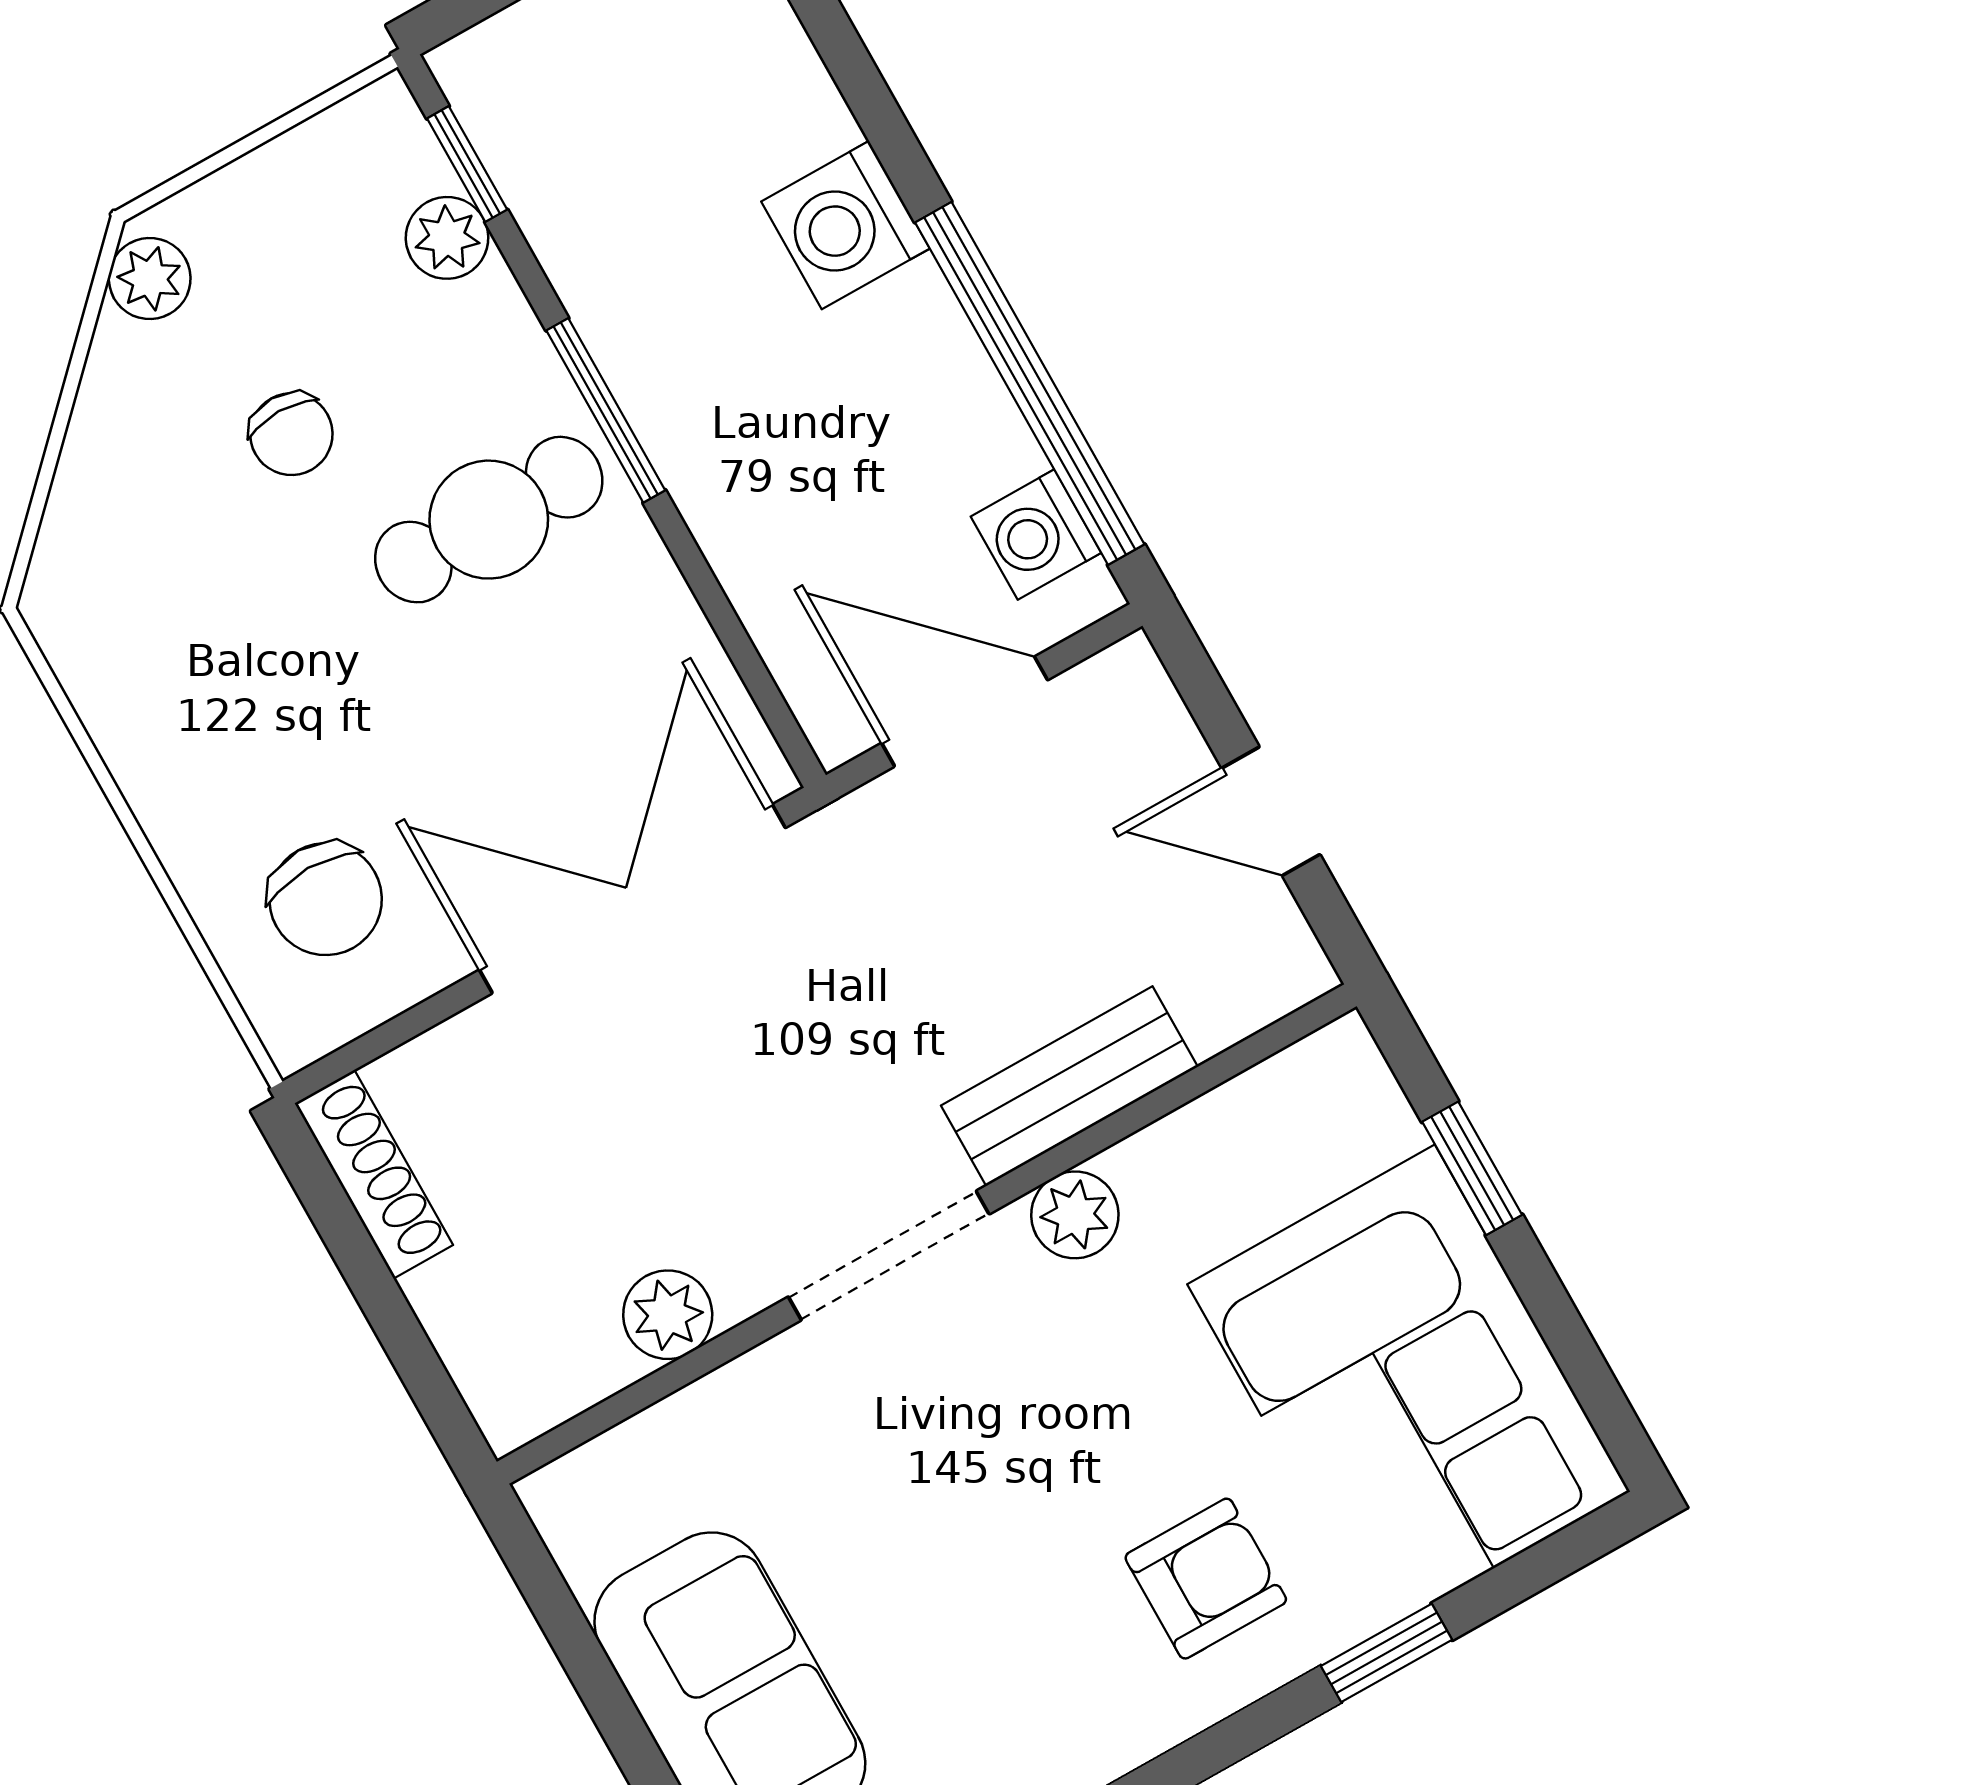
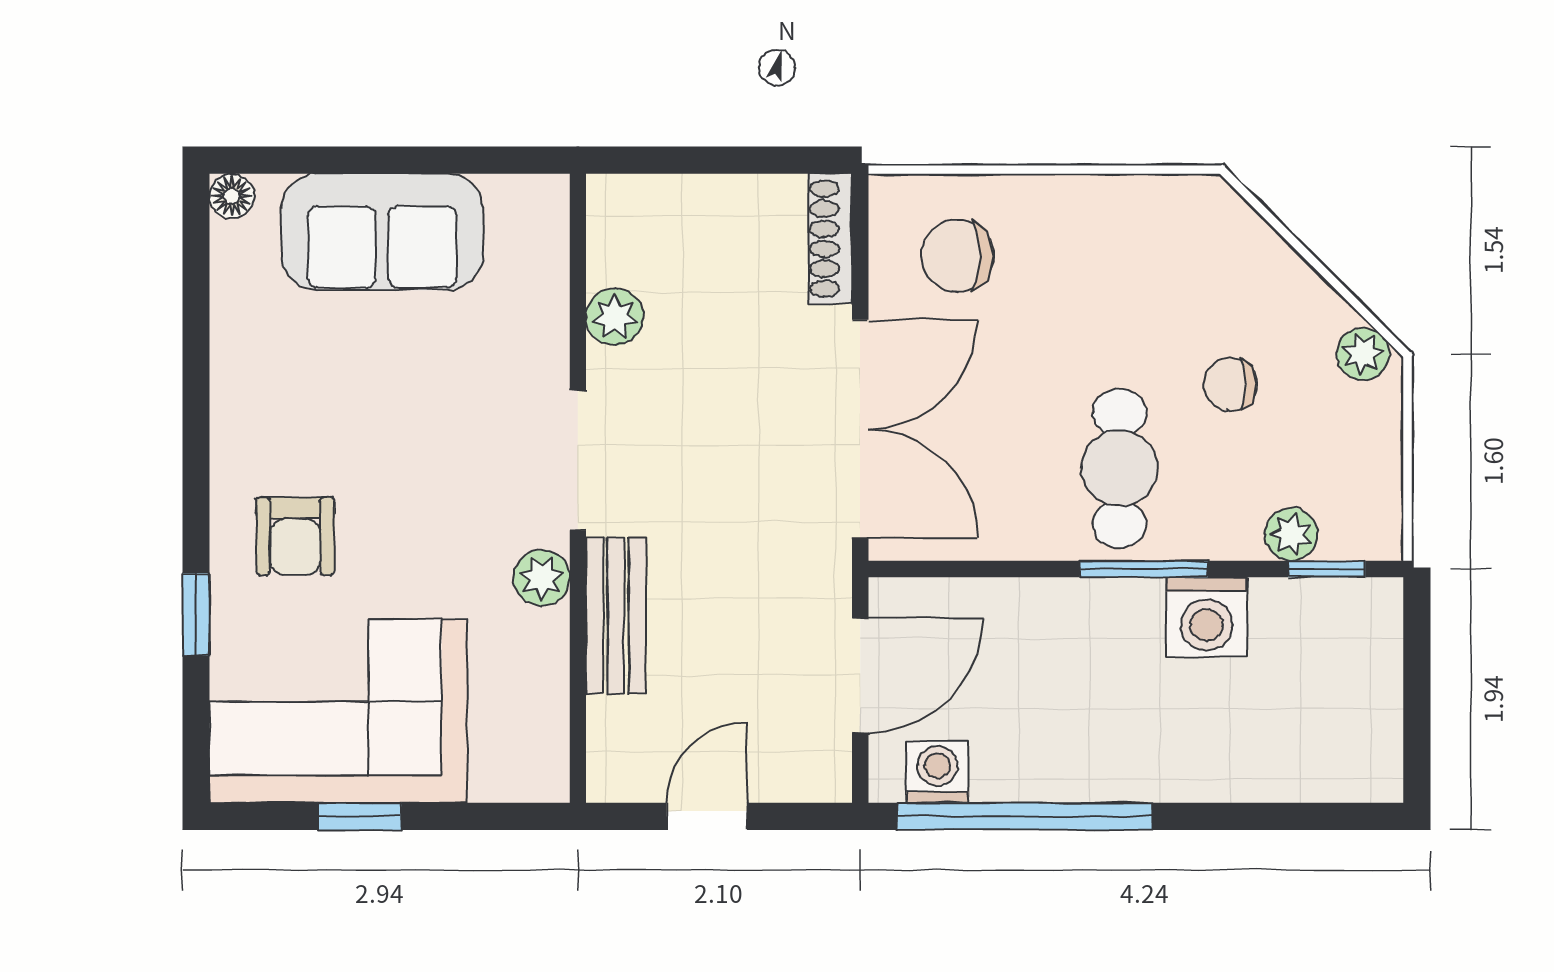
washing machine: (846, 225) -> (1207, 617), moved, turned 180
window: (1472, 1168) -> (359, 816), moved
shoe rack: (374, 1174) -> (830, 239), moved, turned 90

